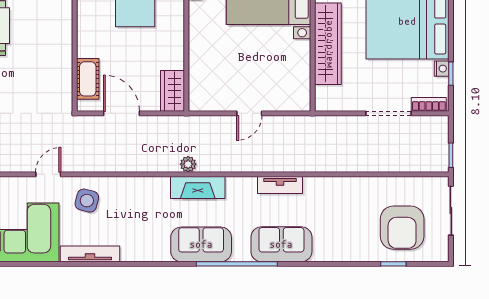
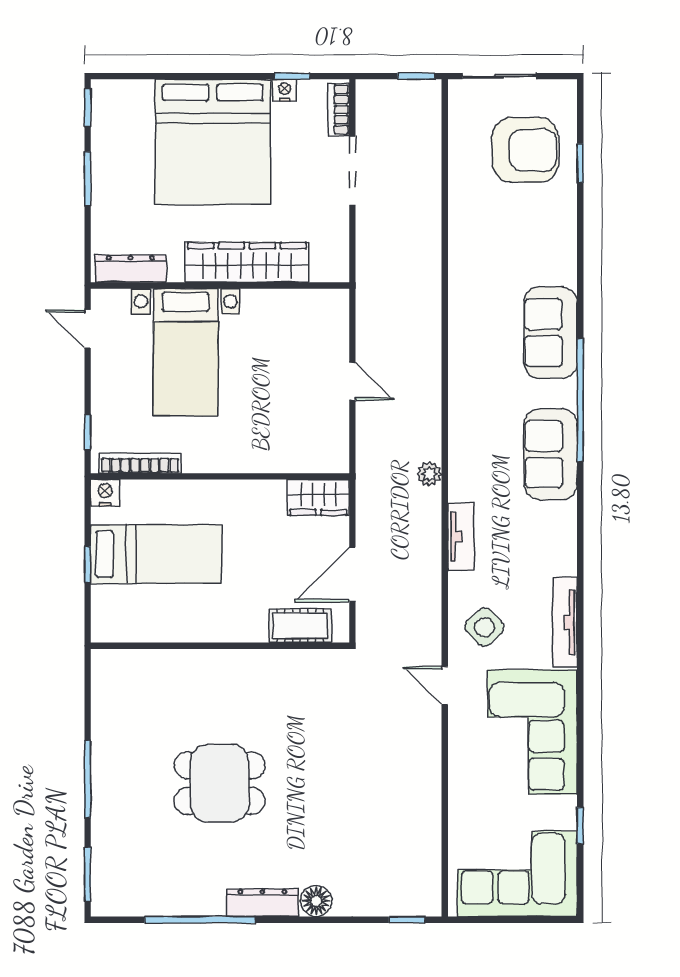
tv unit: (280, 185) -> (461, 537), moved
fireplace: (198, 188) -> (465, 459), removed
side table: (87, 201) -> (484, 627), turned 33

